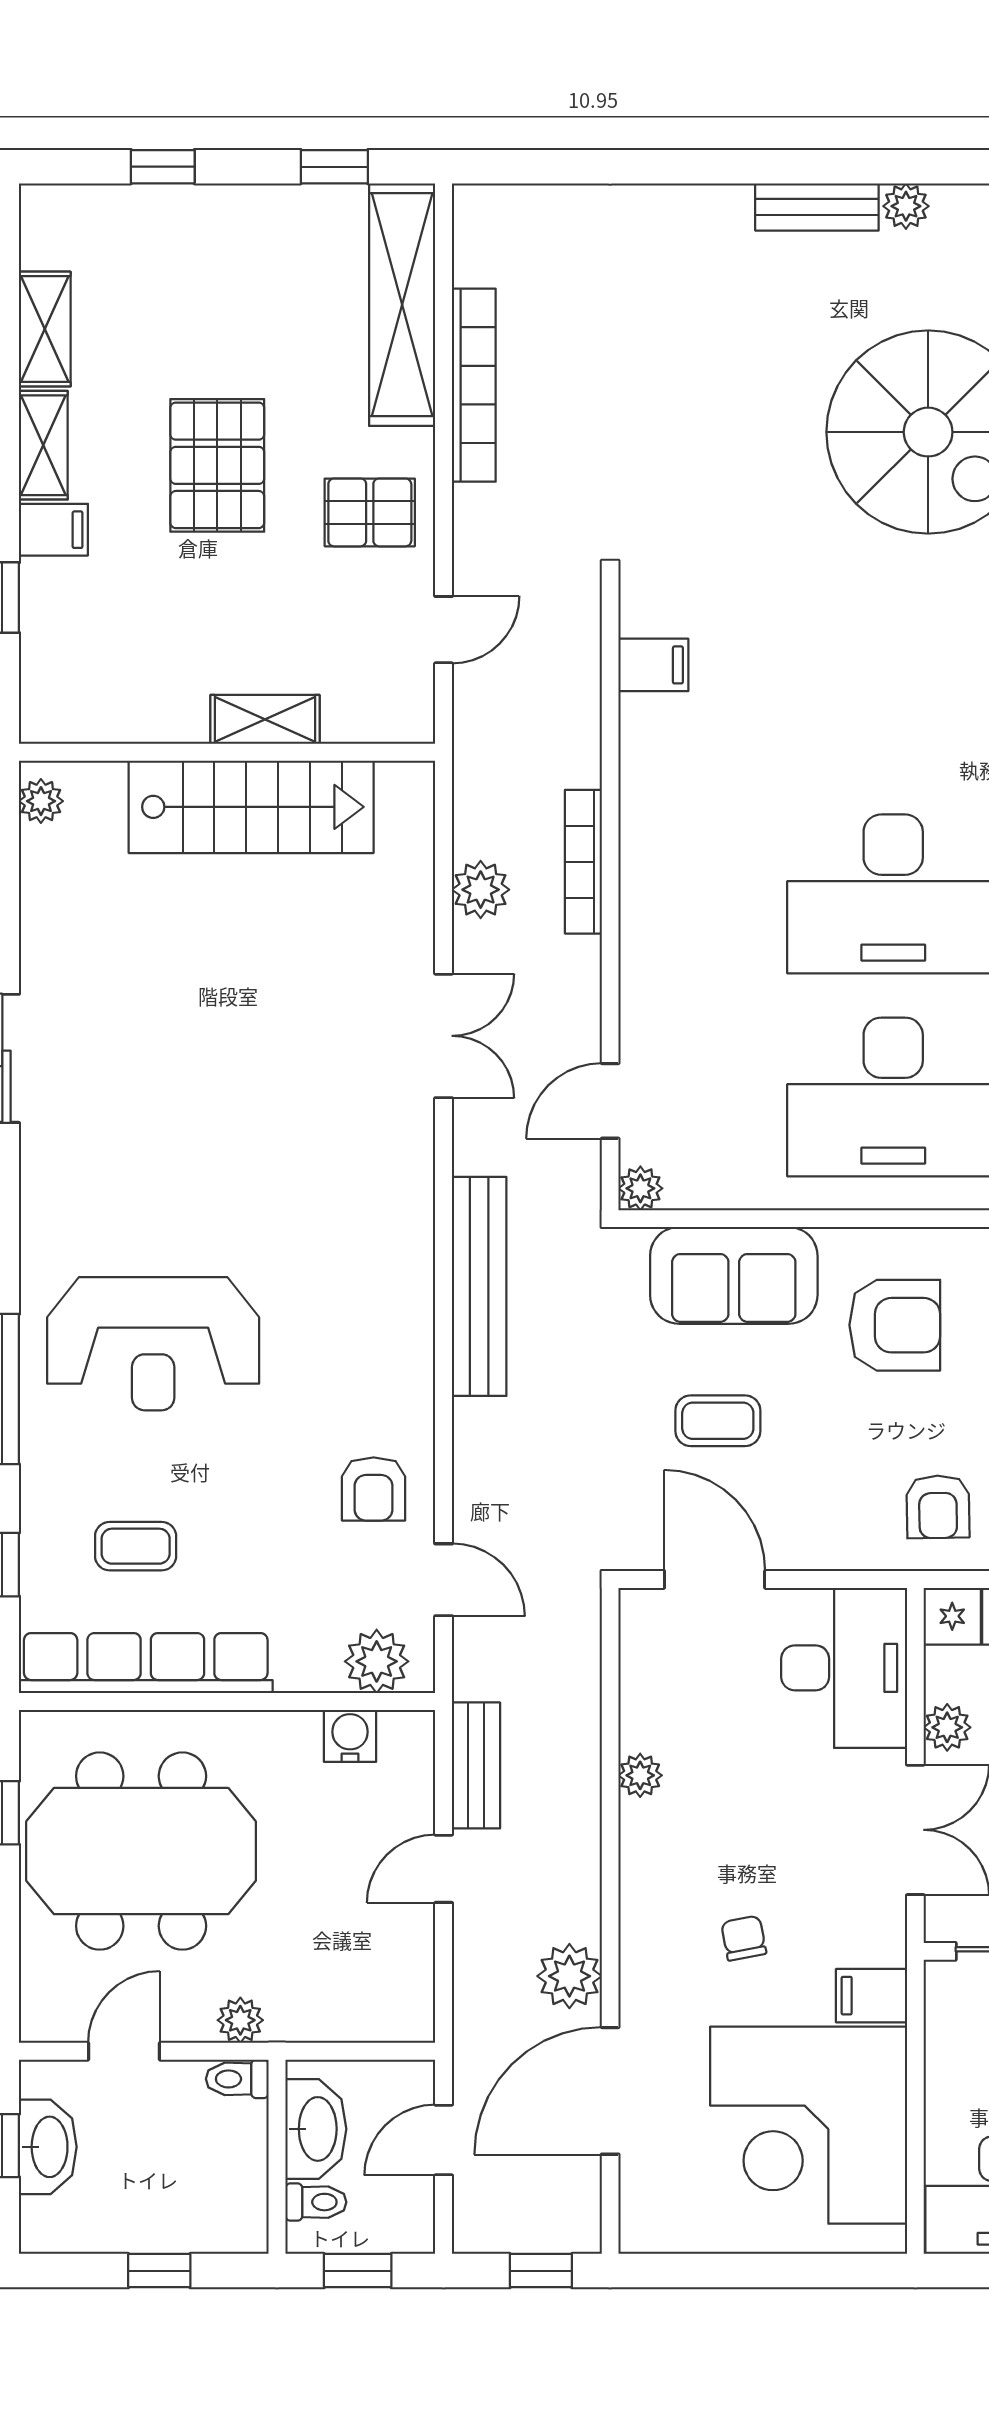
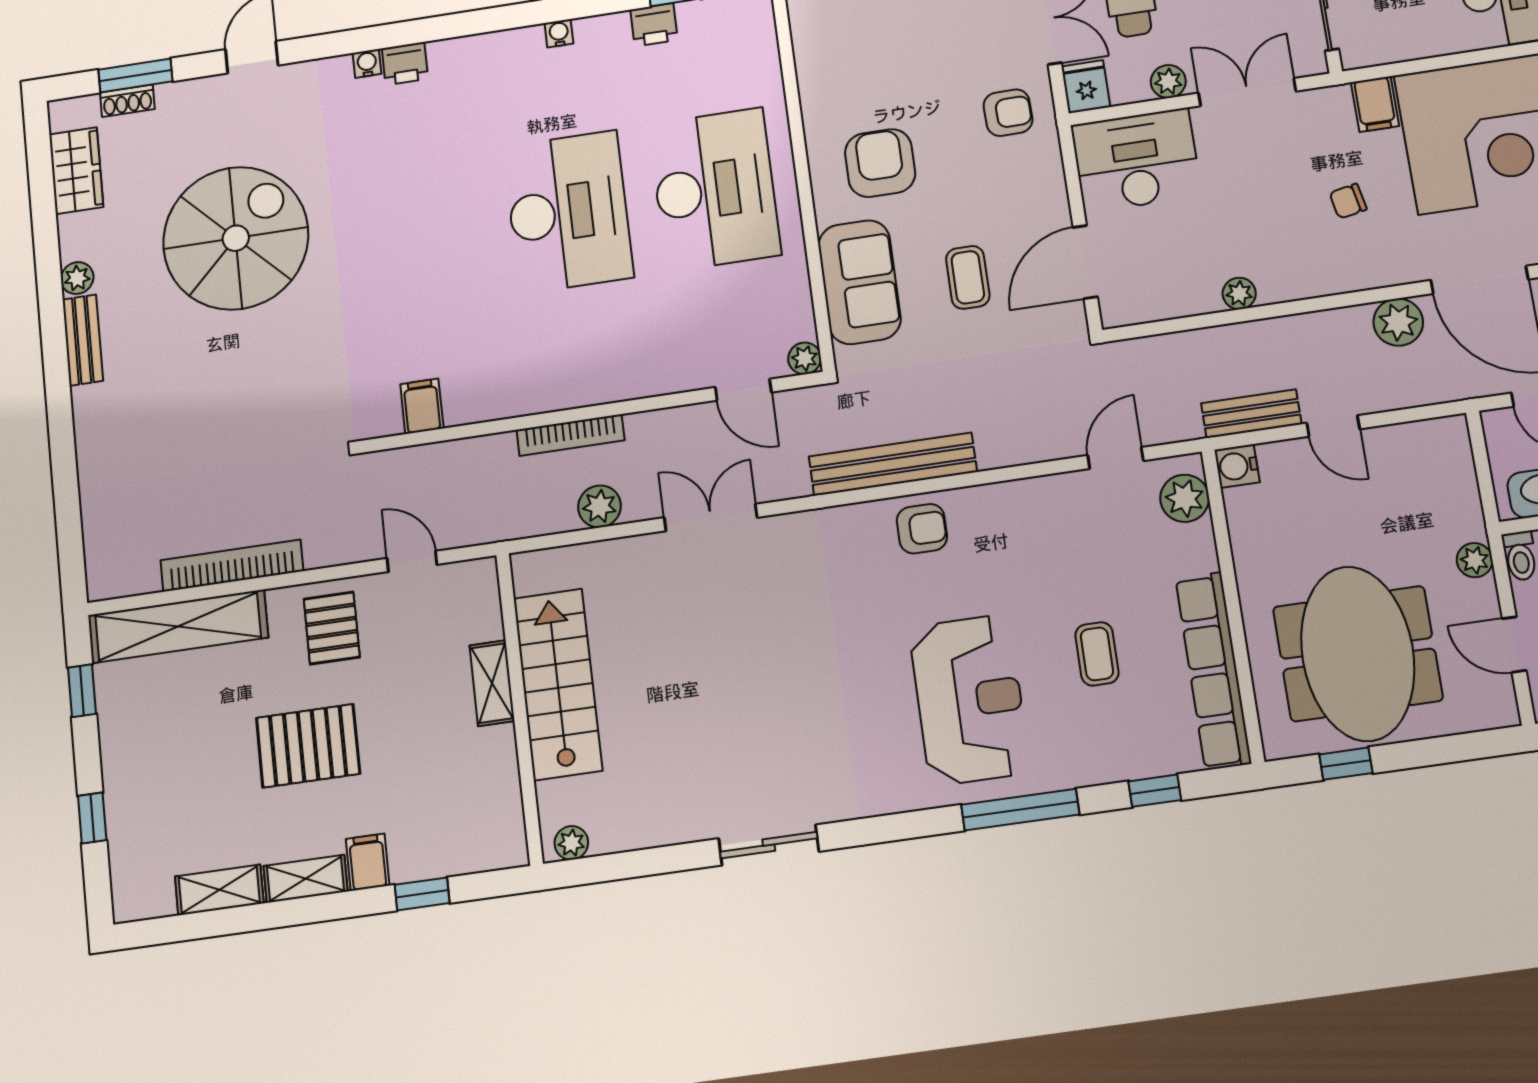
armchair: (374, 1489) -> (922, 529), moved
coffee table: (136, 1546) -> (1097, 654), moved
water cooler: (350, 1736) -> (1237, 466), moved

